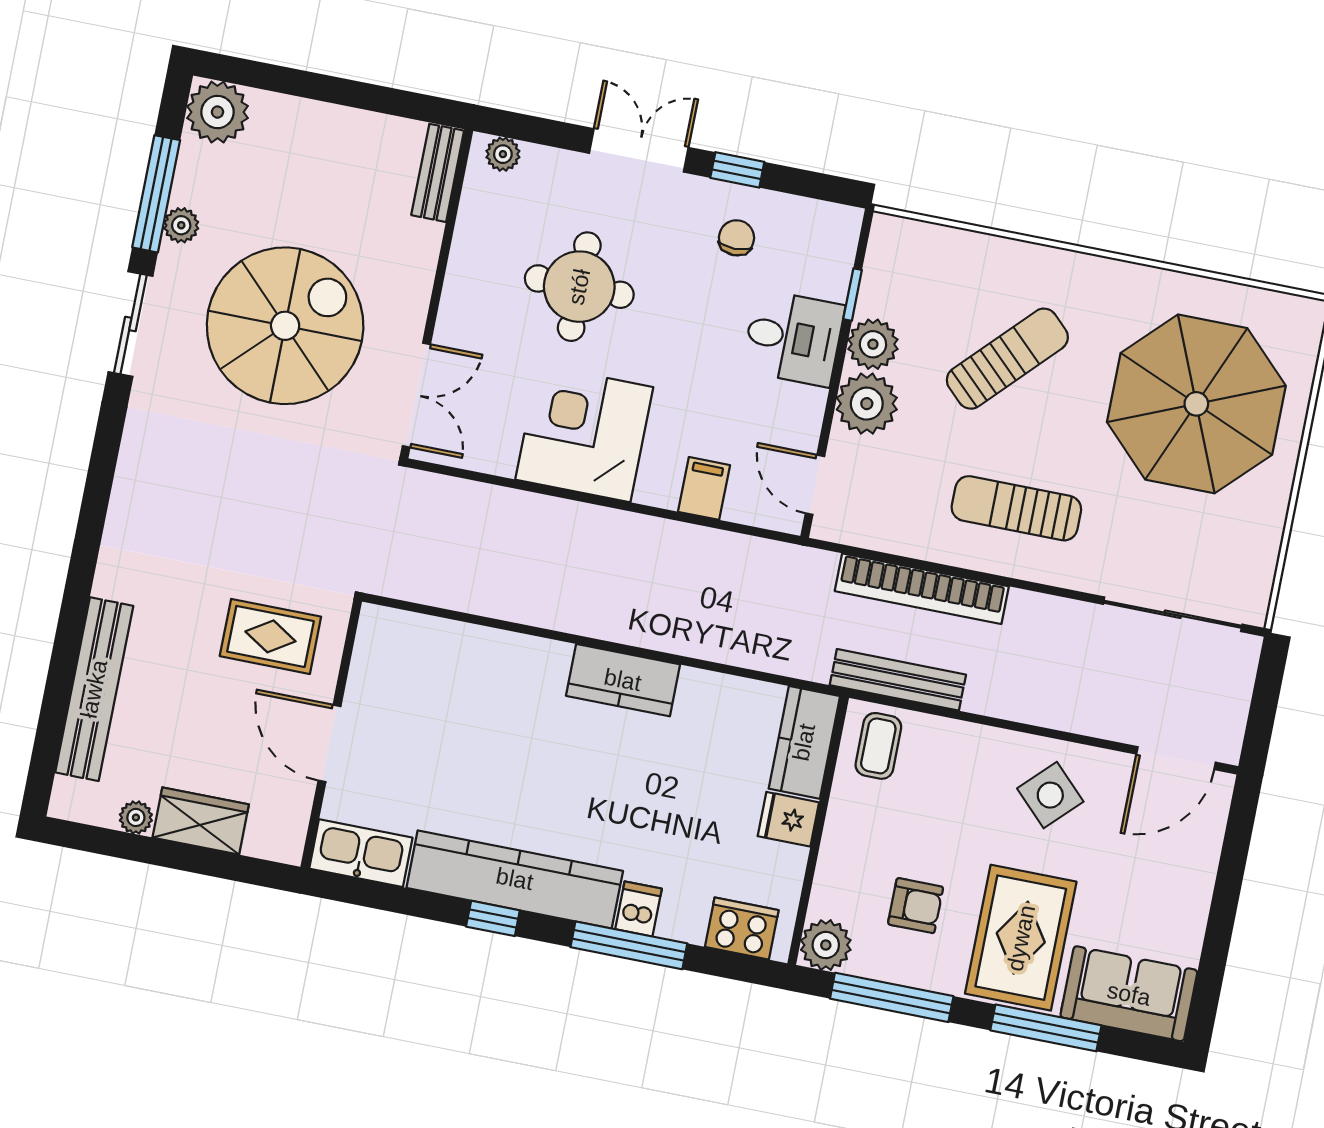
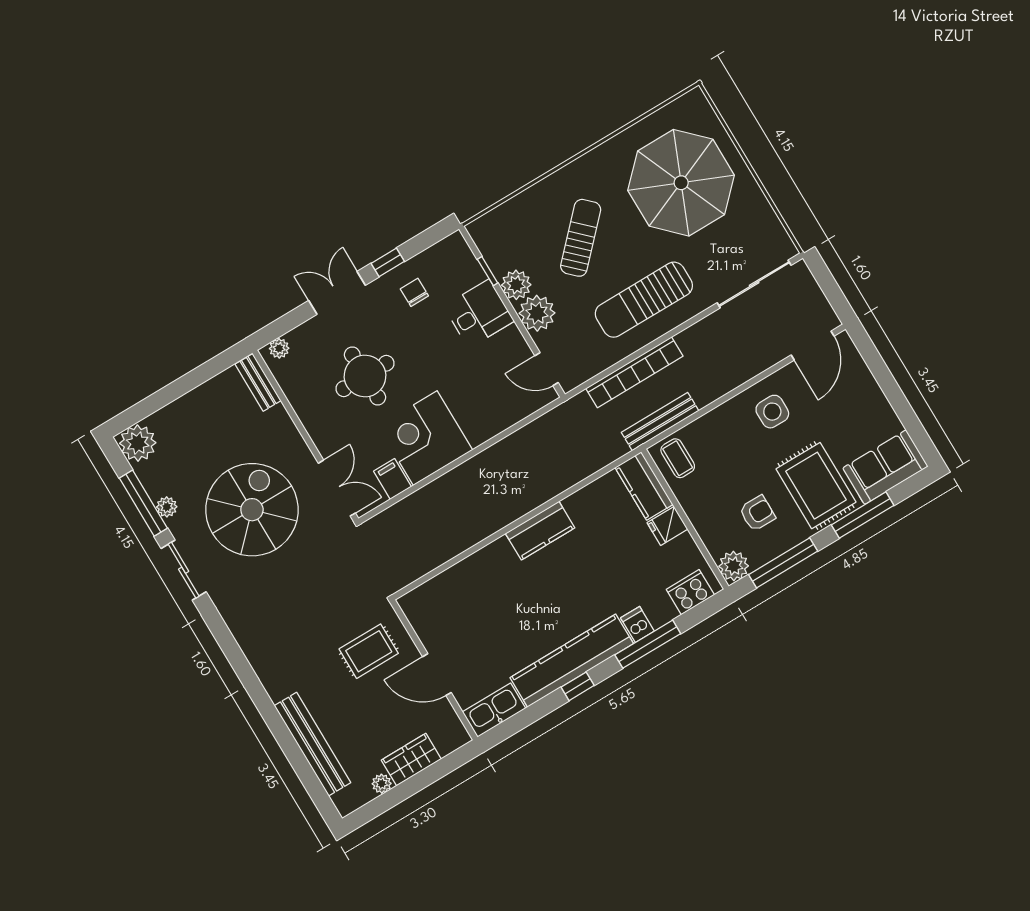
filing cabinet: (704, 488) -> (393, 479), moved
sun lounger: (1016, 508) -> (644, 300), width x1.36, depth x1.34
side table: (1050, 795) -> (772, 412), turned 45

